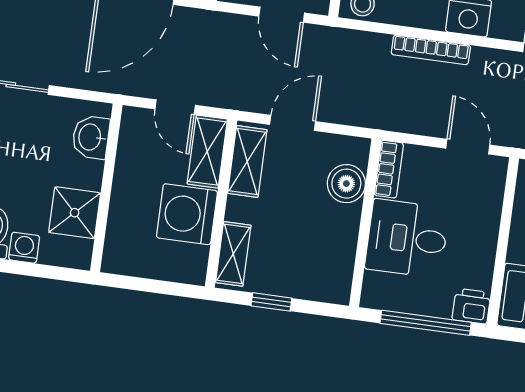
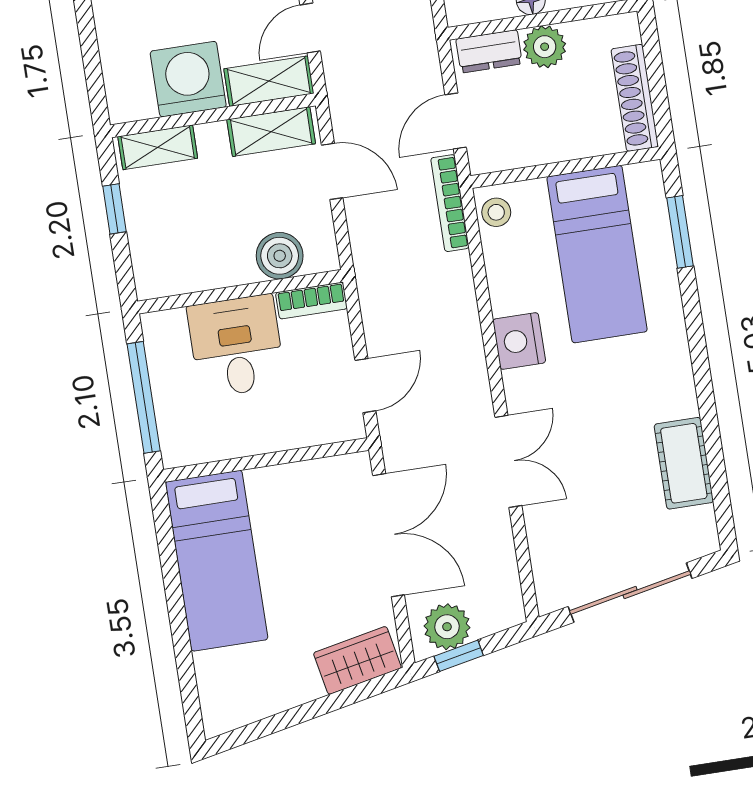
bookcase: (431, 50) -> (450, 203), moved
printer: (471, 306) -> (179, 445), removed

